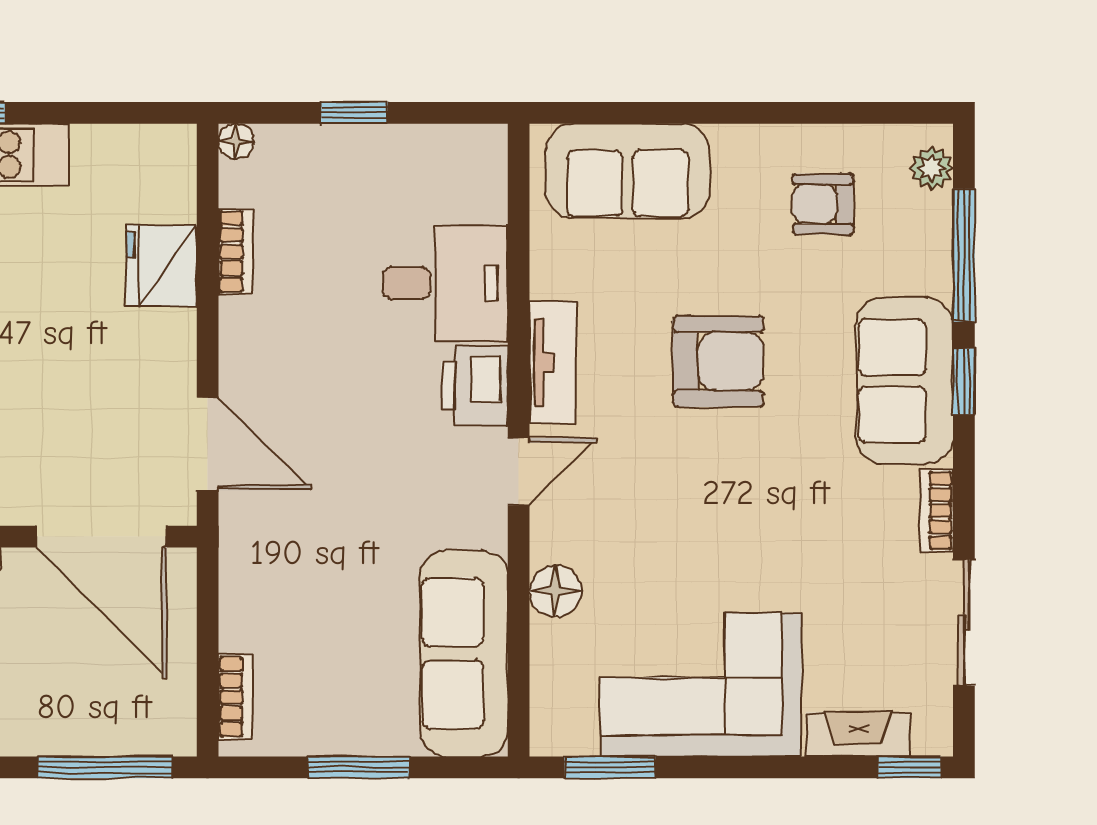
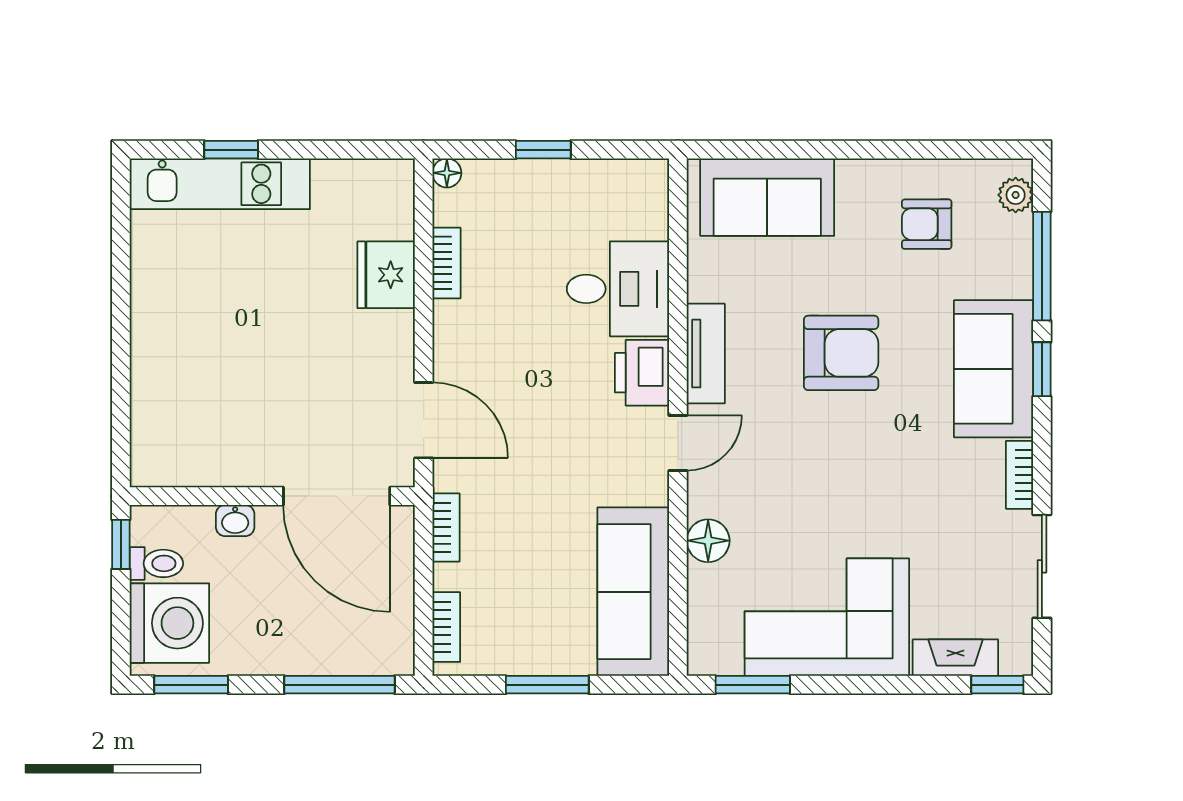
bookcase: (235, 575) -> (446, 527), added

